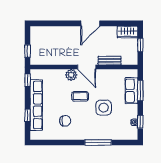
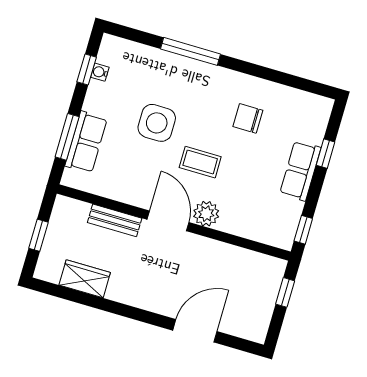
door: (90, 23) -> (195, 331), moved
wardrobe: (127, 32) -> (85, 279), moved
row of seats: (36, 105) -> (300, 171), width x0.50

